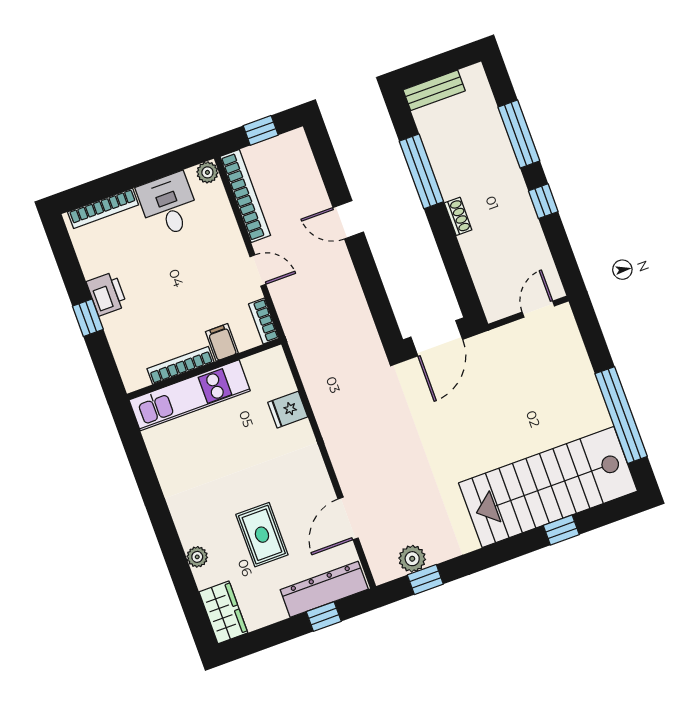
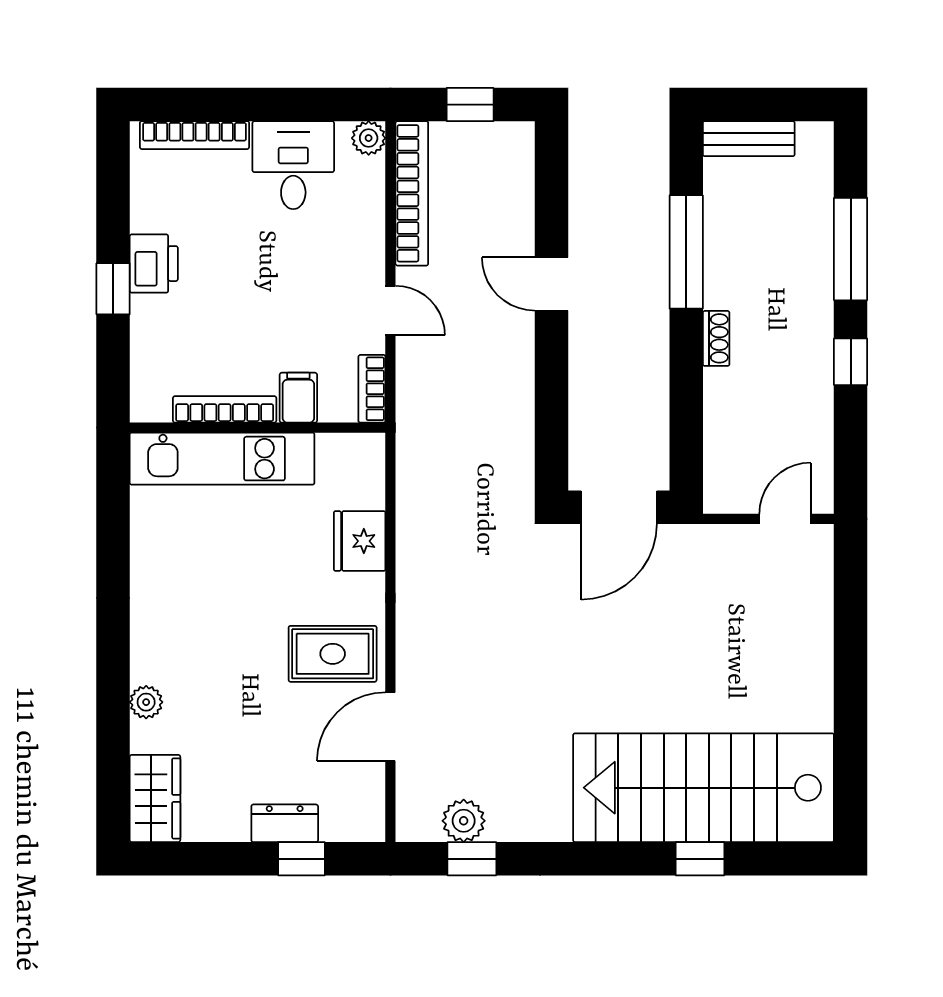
fridge: (288, 410) -> (360, 541), width x1.38
window: (621, 415) -> (851, 721), removed
rug: (262, 535) -> (333, 654), moved, turned 90
dresser: (324, 589) -> (285, 823), width x0.51, depth x0.80

